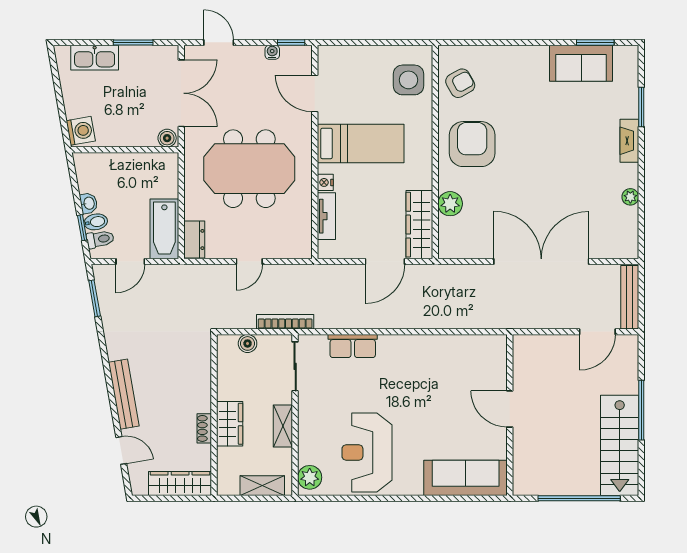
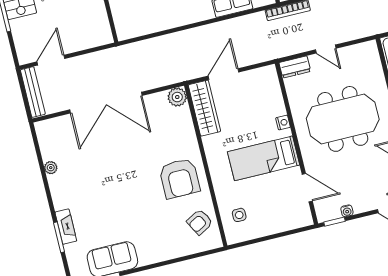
side table: (408, 80) -> (239, 215), width x0.54, depth x0.54
fireplace: (629, 141) -> (66, 227), moved
plant: (450, 204) -> (177, 97), moved
tv unit: (326, 216) -> (276, 97), removed
dresser: (194, 239) -> (295, 67), moved, turned -90
door: (249, 262) -> (326, 49), swing flipped

